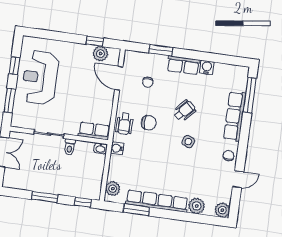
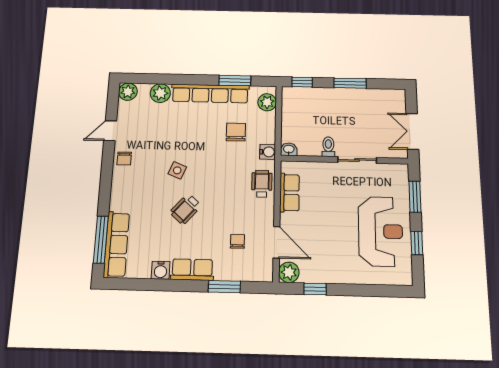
plant: (100, 54) -> (289, 272), moved
row of seats: (235, 116) -> (116, 245), moved
chair: (149, 123) -> (236, 132), moved, turned 90
row of seats: (94, 131) -> (289, 193), moved, turned -90

